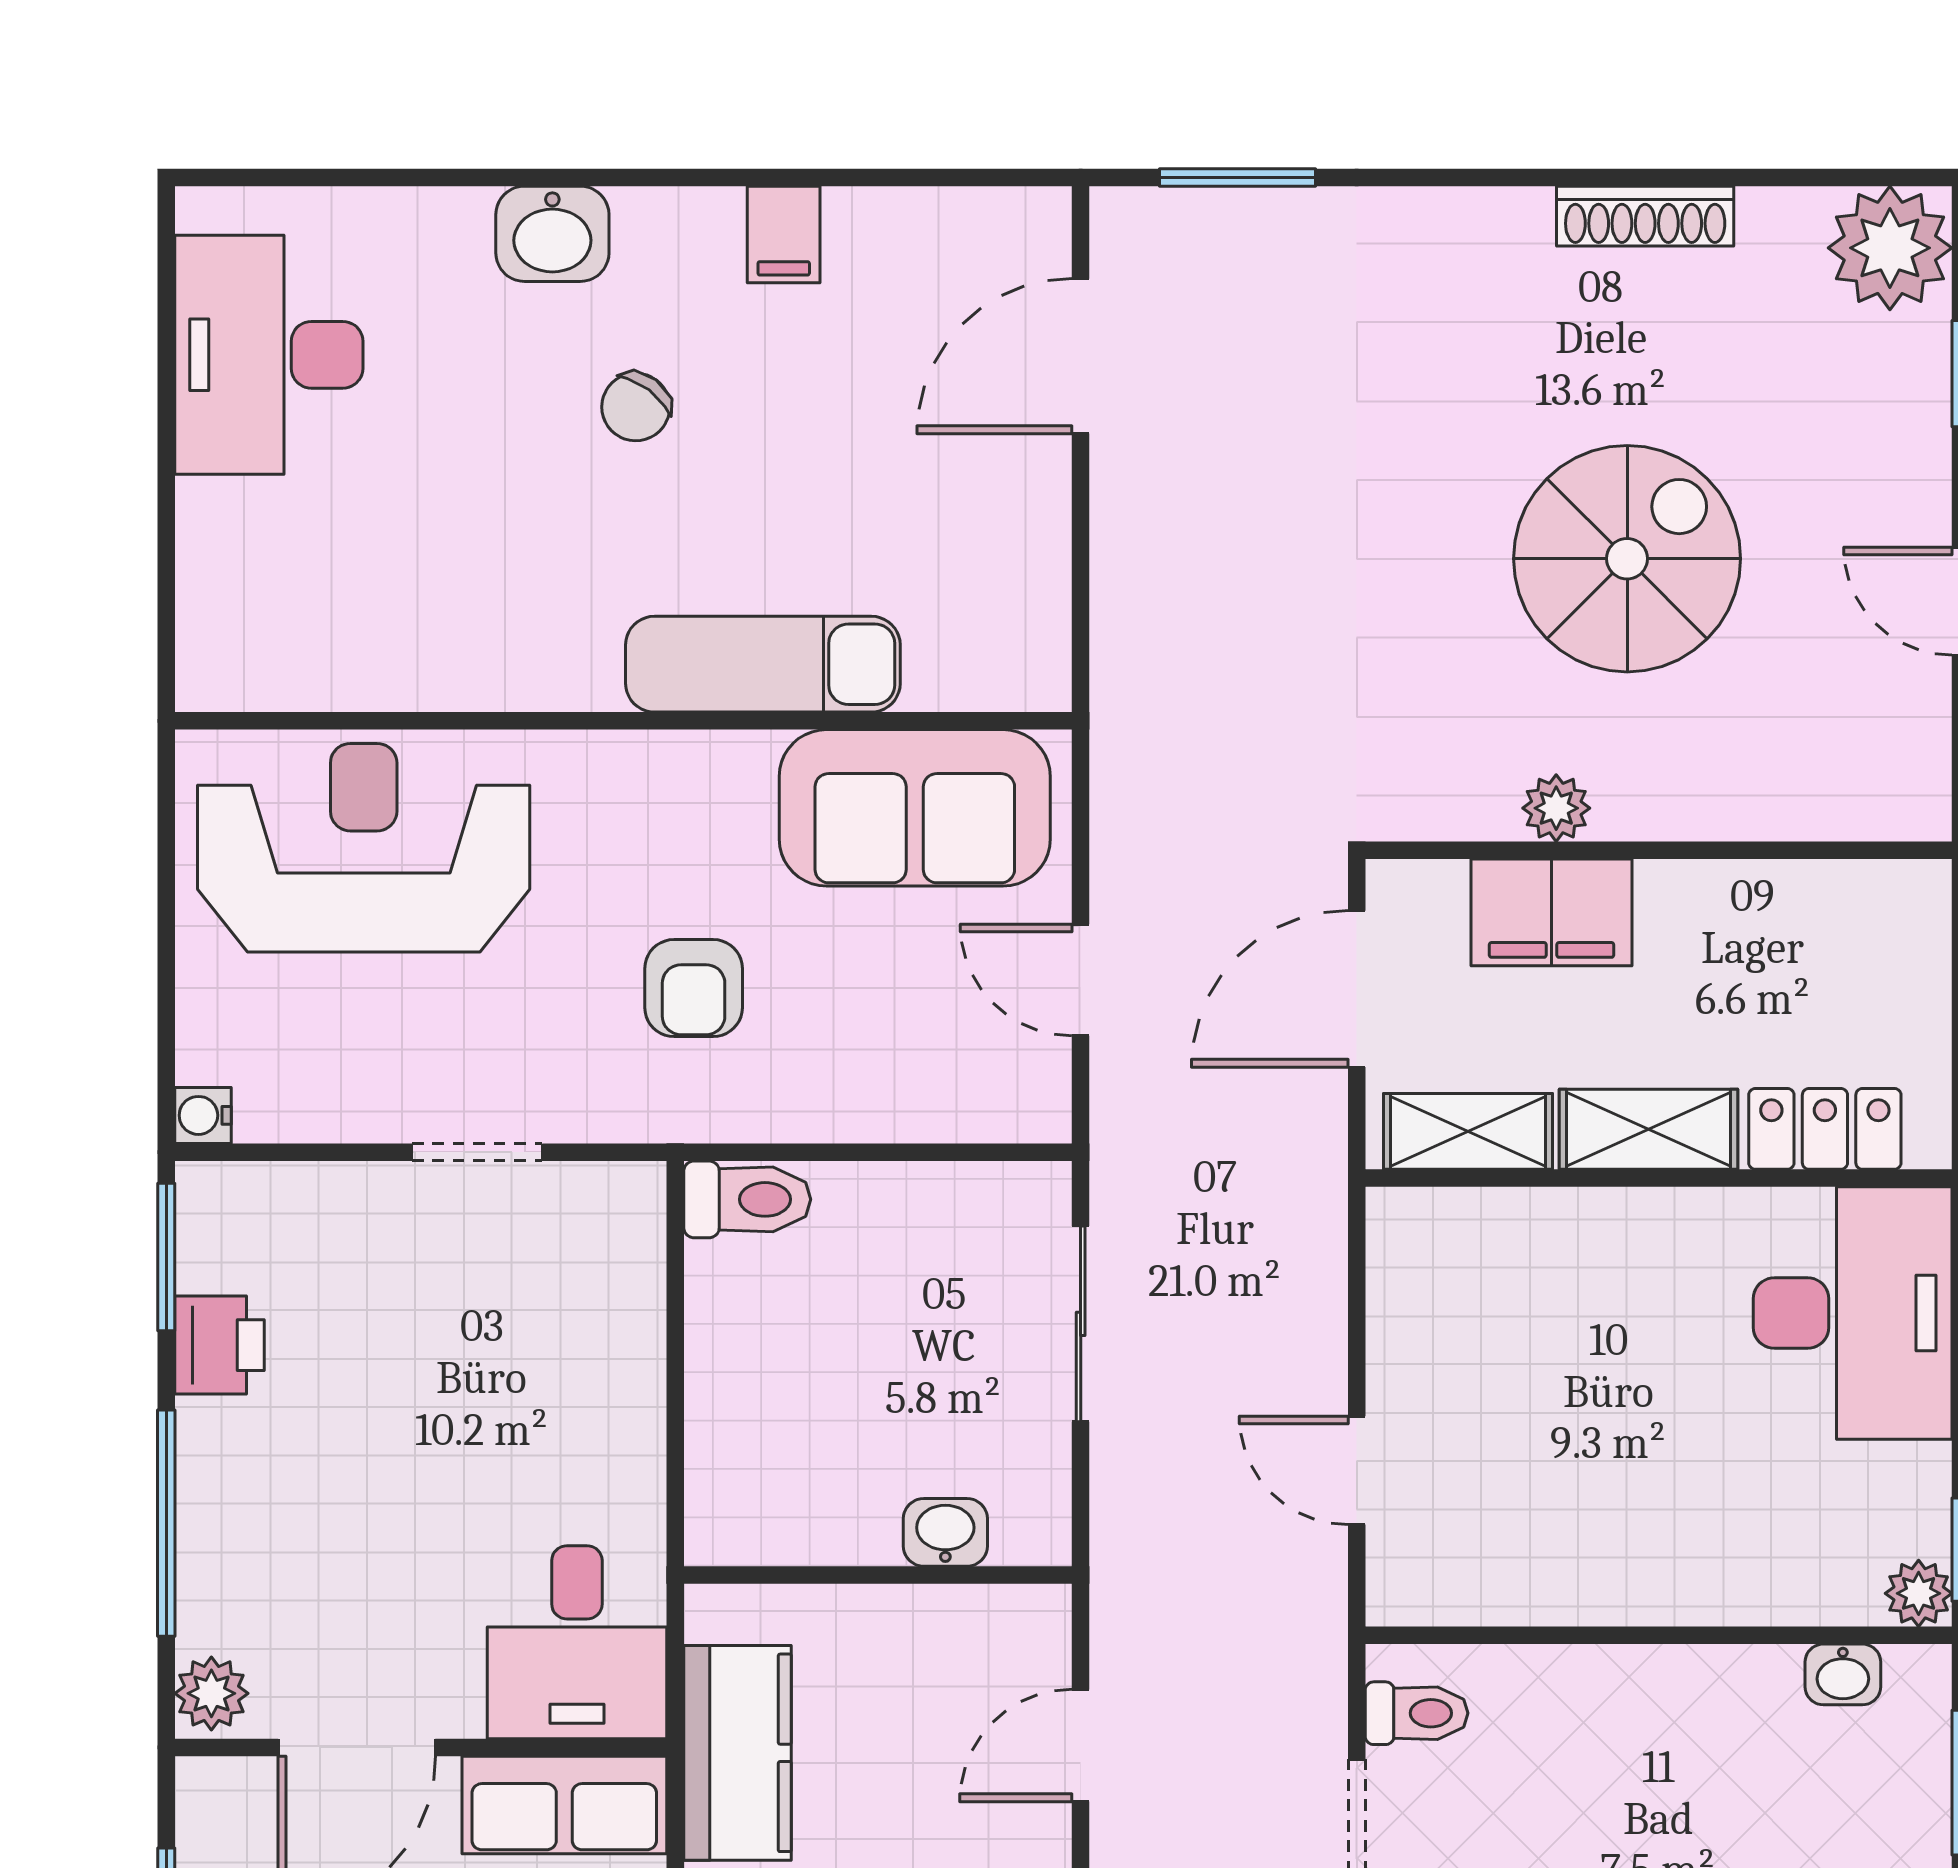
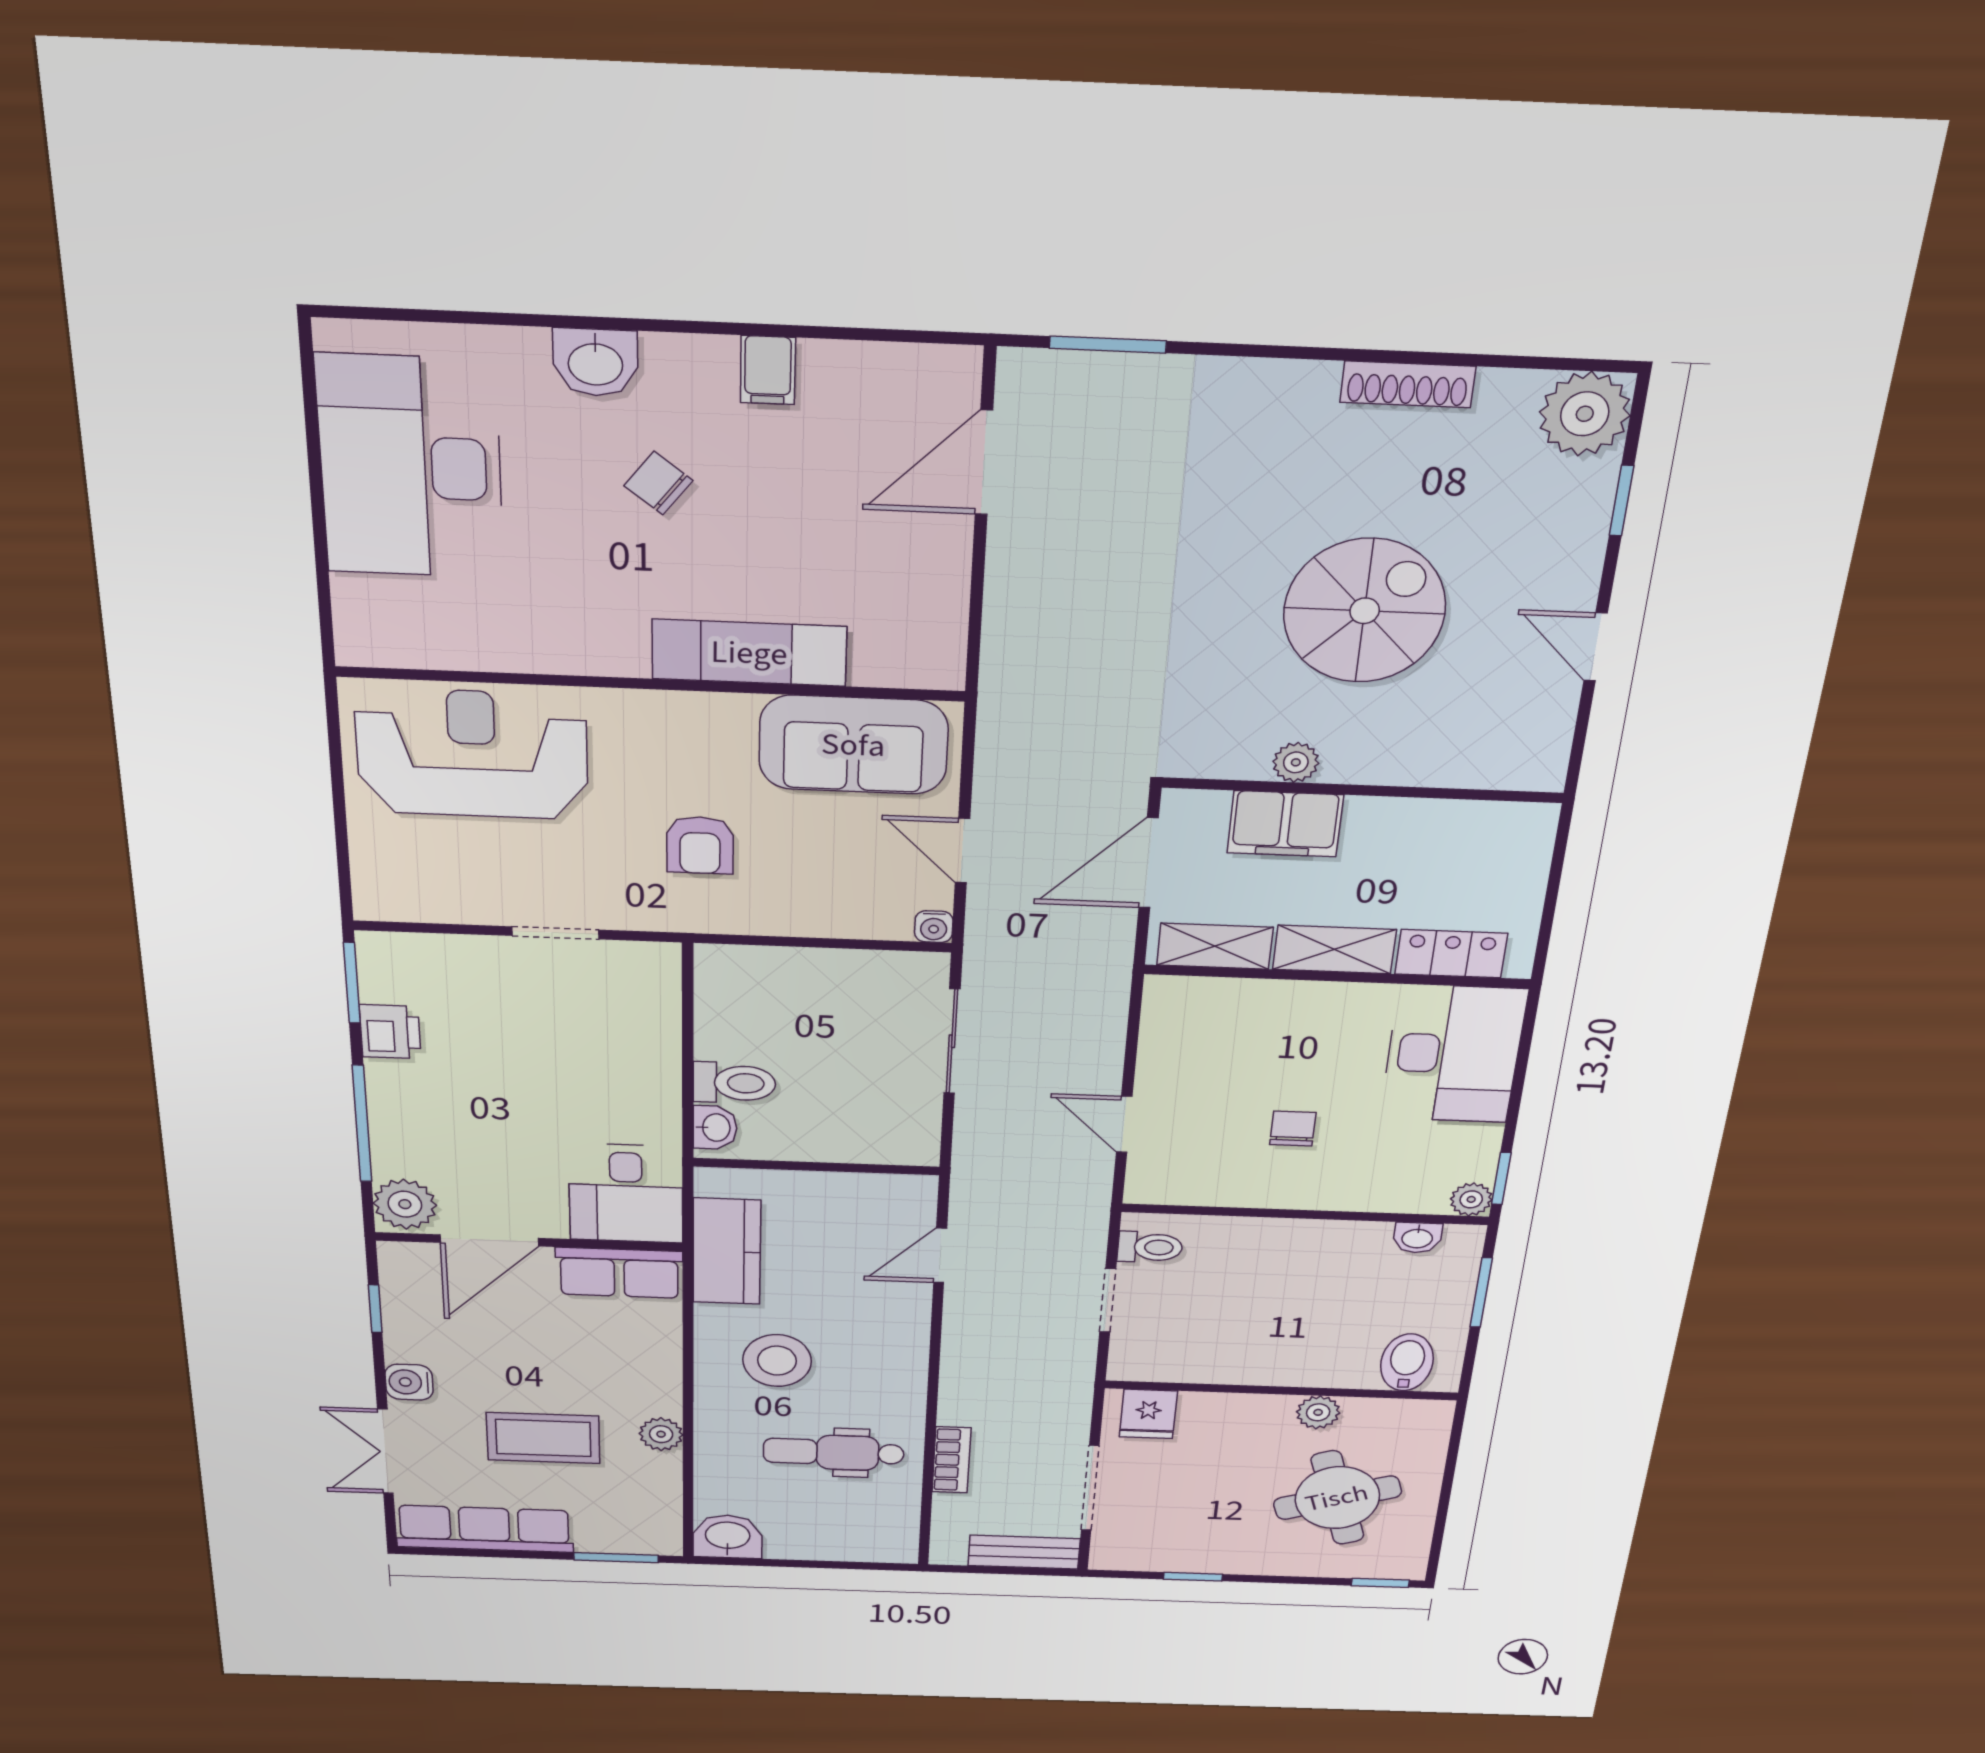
desk: (269, 355) -> (411, 467), width x1.36, depth x1.30
chair: (636, 407) -> (658, 483), turned 91
water cooler: (203, 1115) -> (934, 927), moved, turned -90
toilet: (747, 1199) -> (734, 1083), moved
chair: (1621, 1467) -> (1293, 1129), added
washbasin: (945, 1532) -> (715, 1128), moved, turned 90
plant: (211, 1693) -> (405, 1204), width x1.38, depth x1.38

